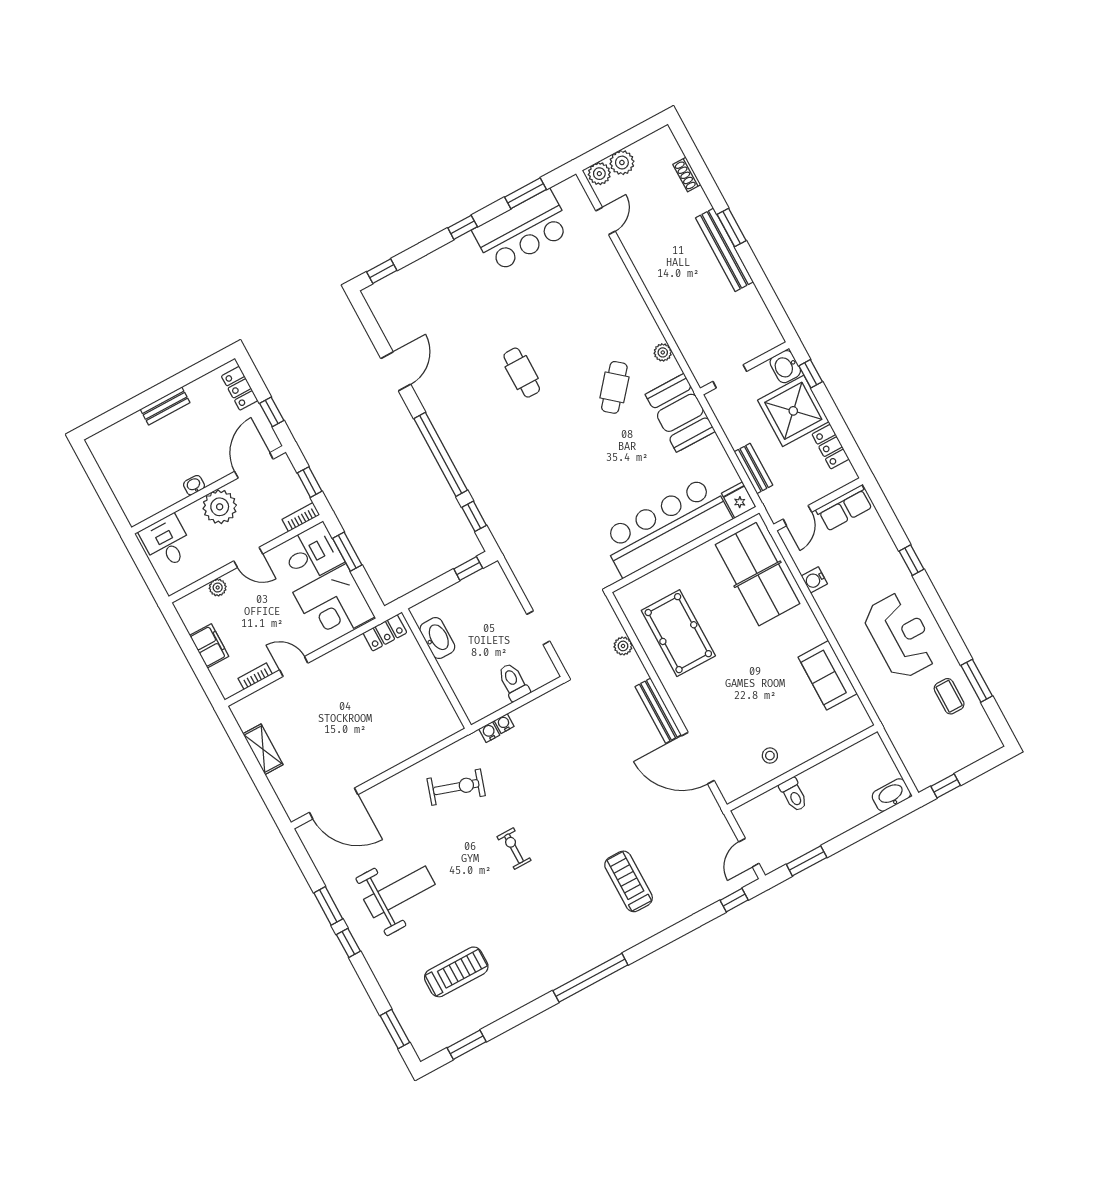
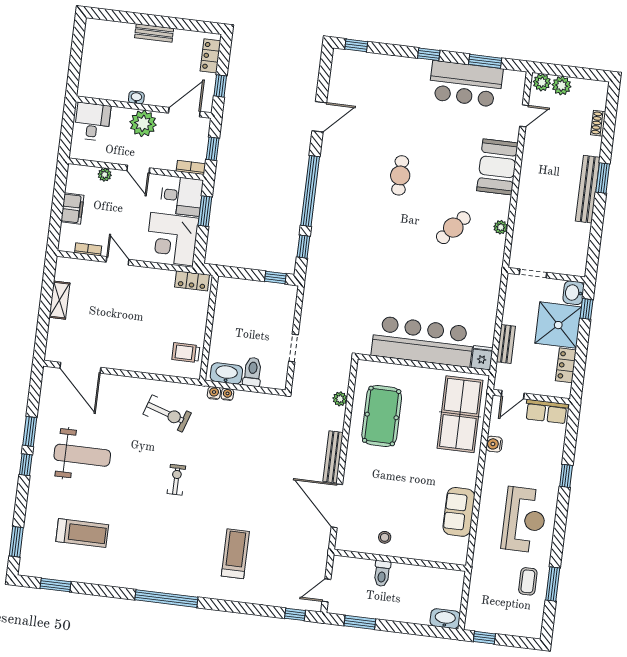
booth: (680, 413) -> (497, 167), moved
washbasin: (437, 638) -> (226, 373), moved, turned -90
trolley: (431, 711) -> (186, 353), added

